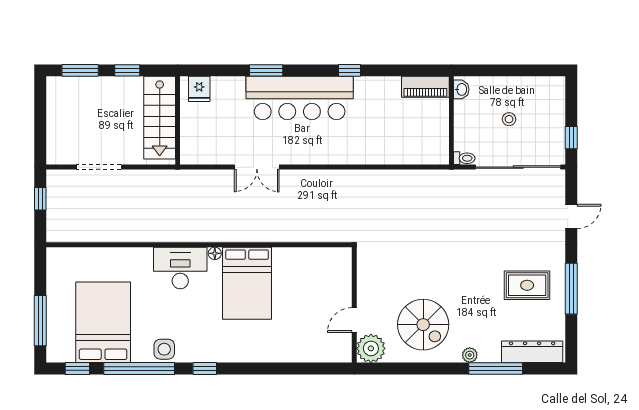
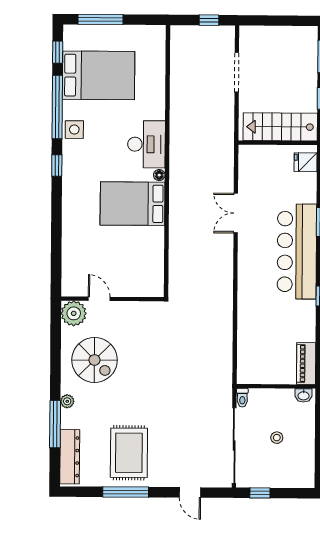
rug: (527, 285) -> (129, 453), width x1.36, depth x1.43
spiral stairs: (423, 325) -> (95, 360), turned -90

